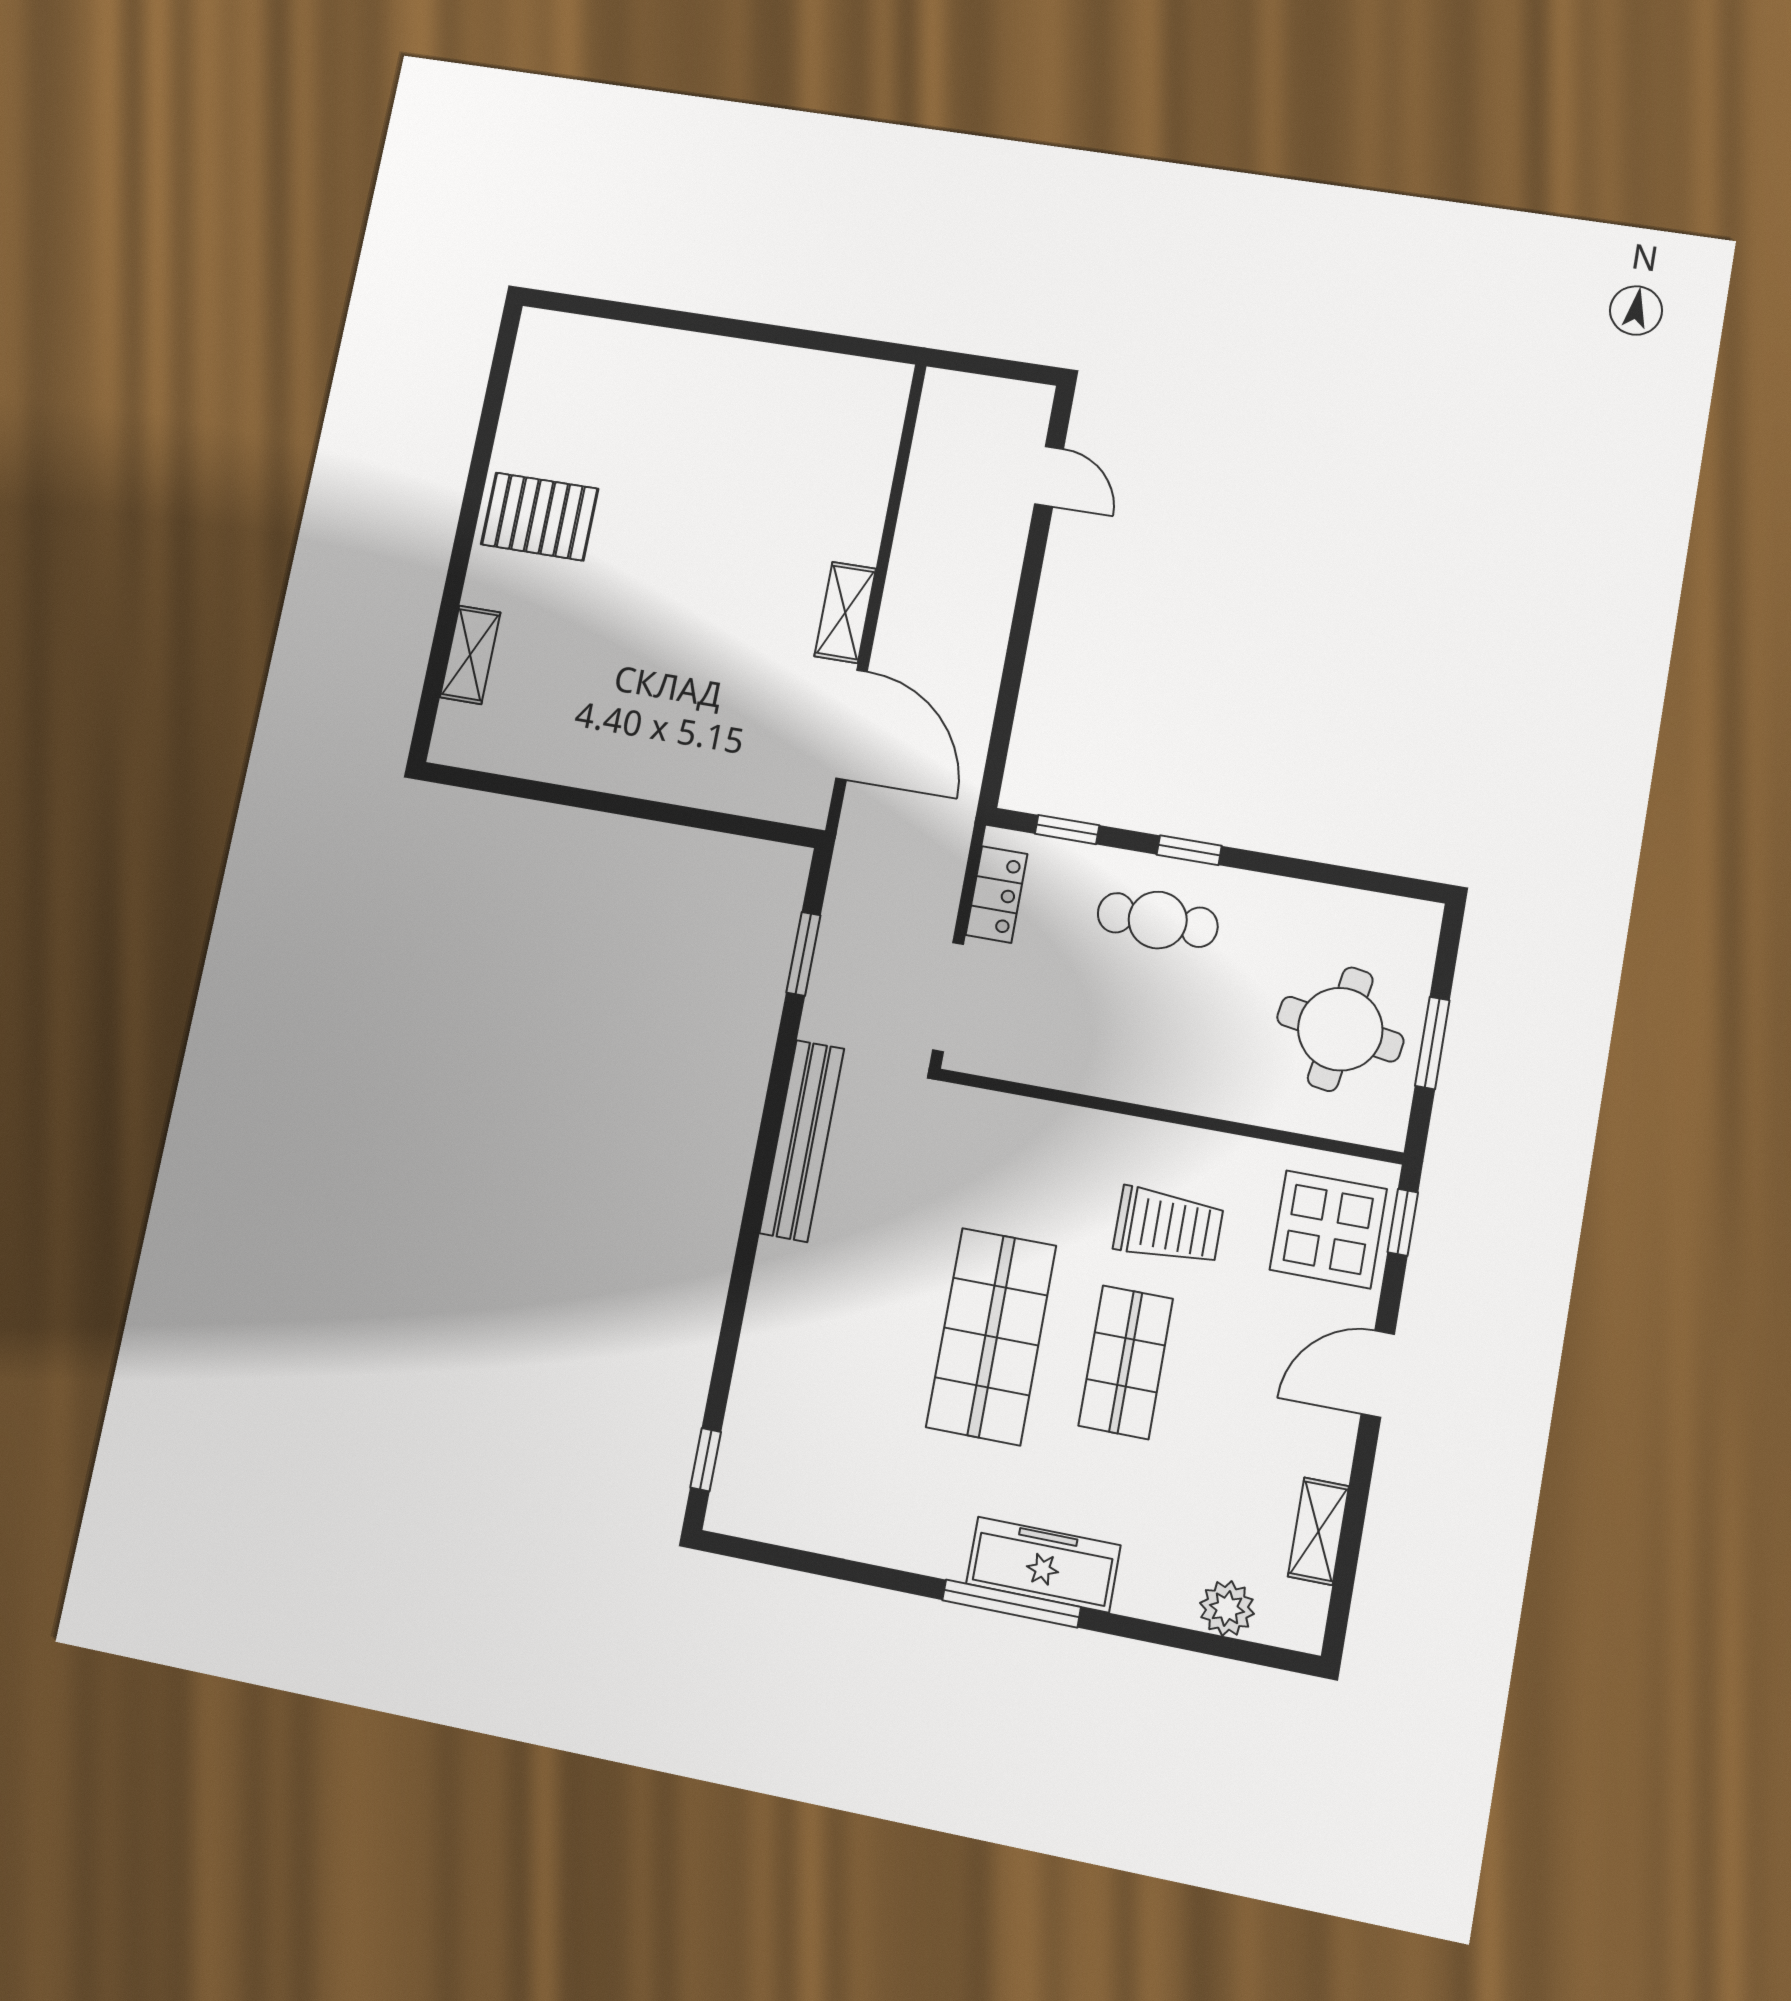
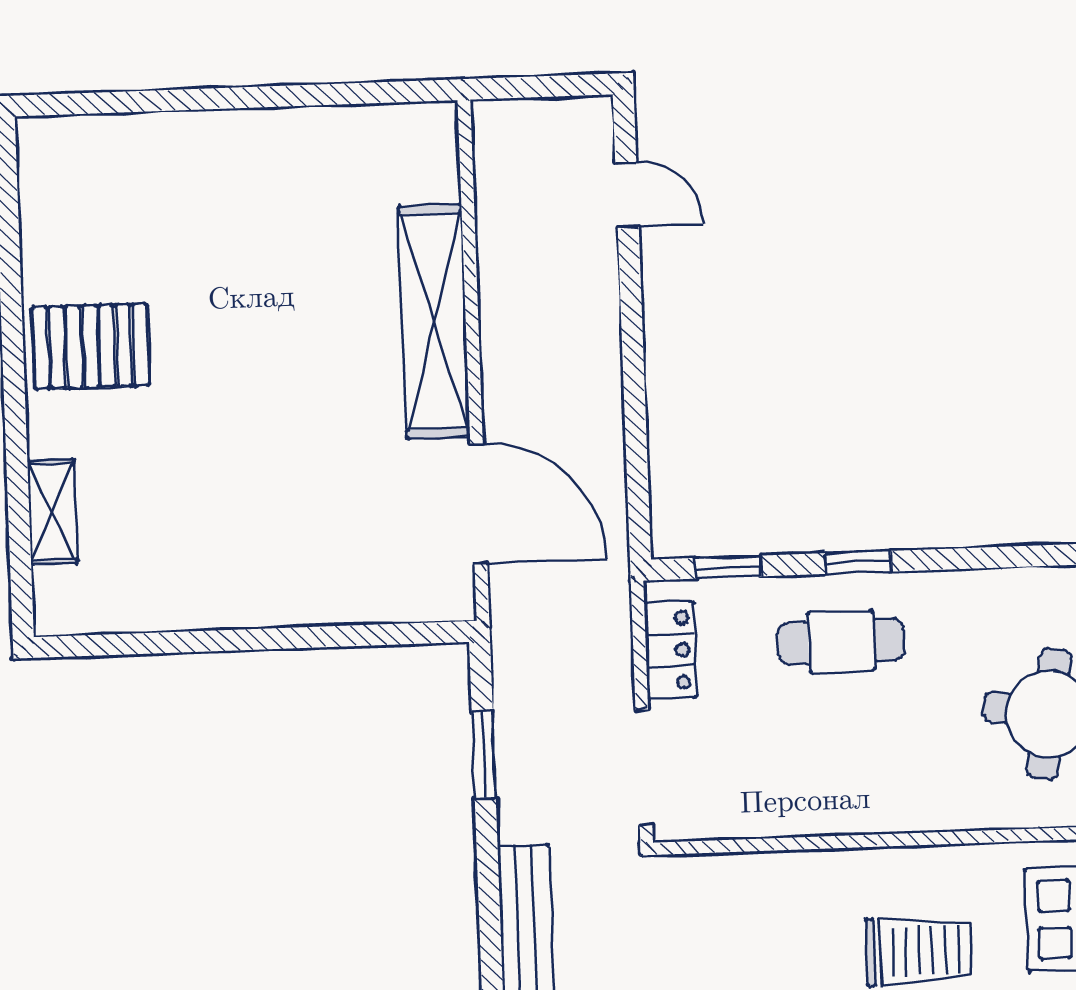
shelving: (845, 612) -> (434, 321), width x2.20, depth x1.33

